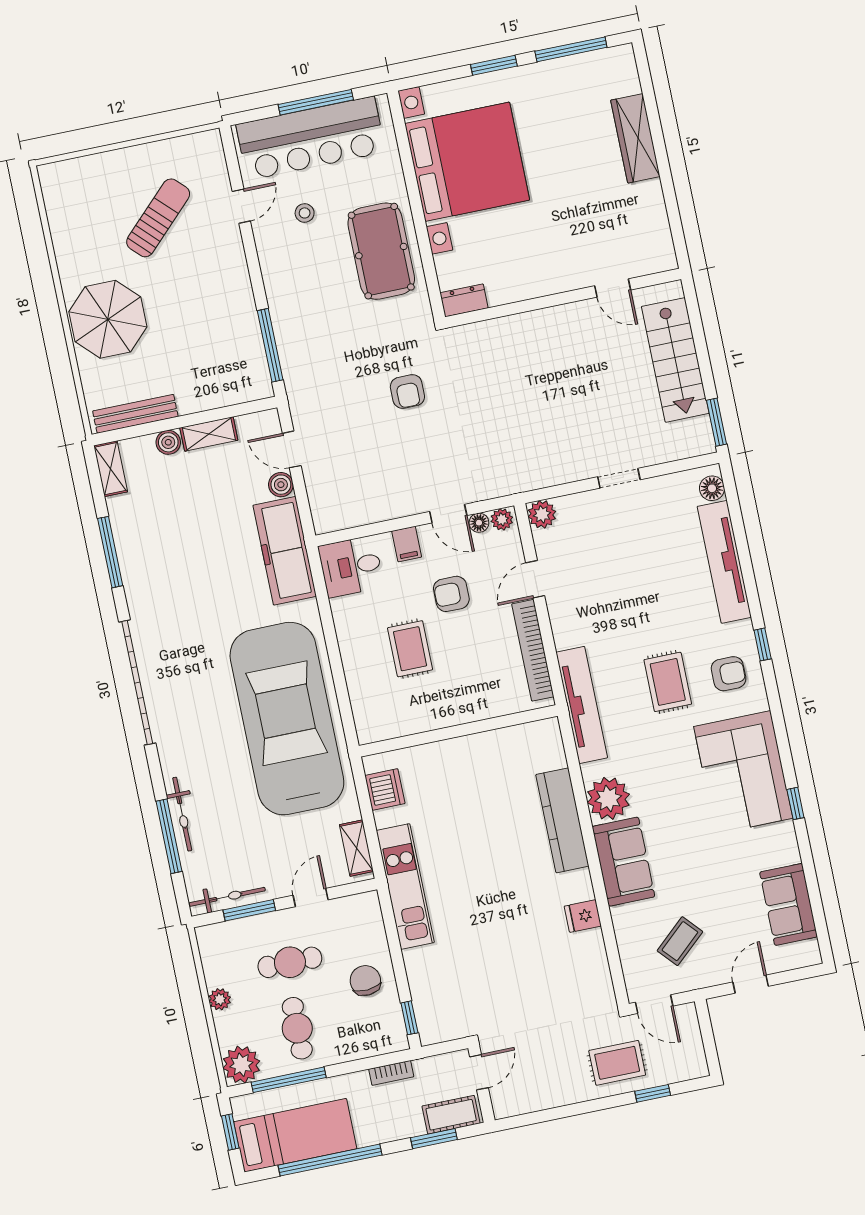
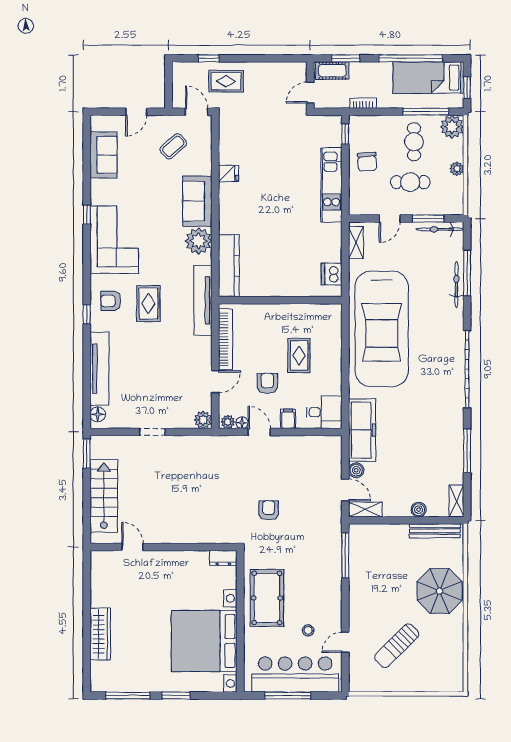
shelving: (209, 434) -> (365, 510), moved
armchair: (451, 594) -> (267, 383), turned -90
kitchen counter: (562, 820) -> (229, 266), moved
kitchen unit: (405, 887) -> (331, 185), moved

